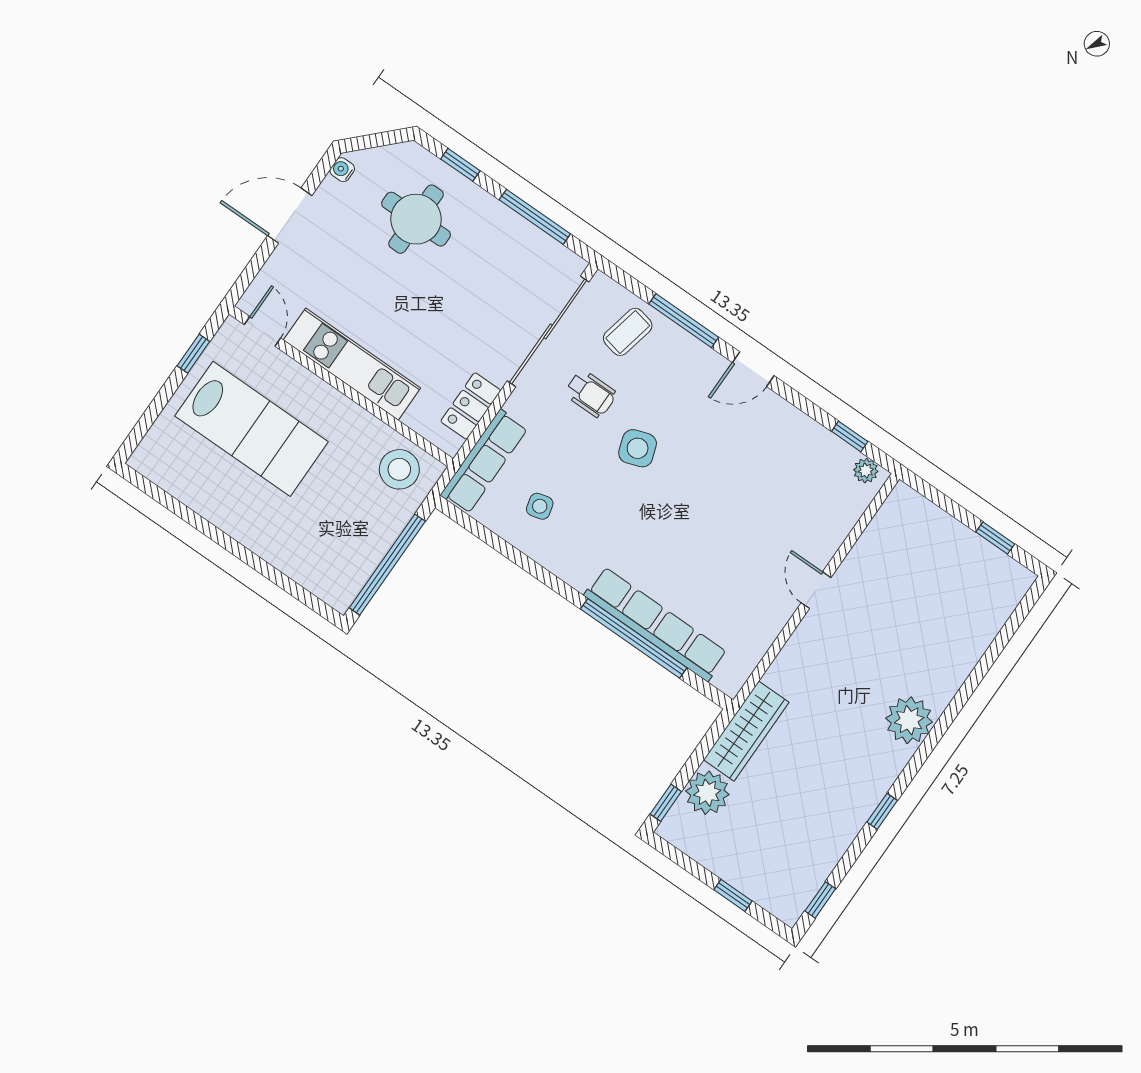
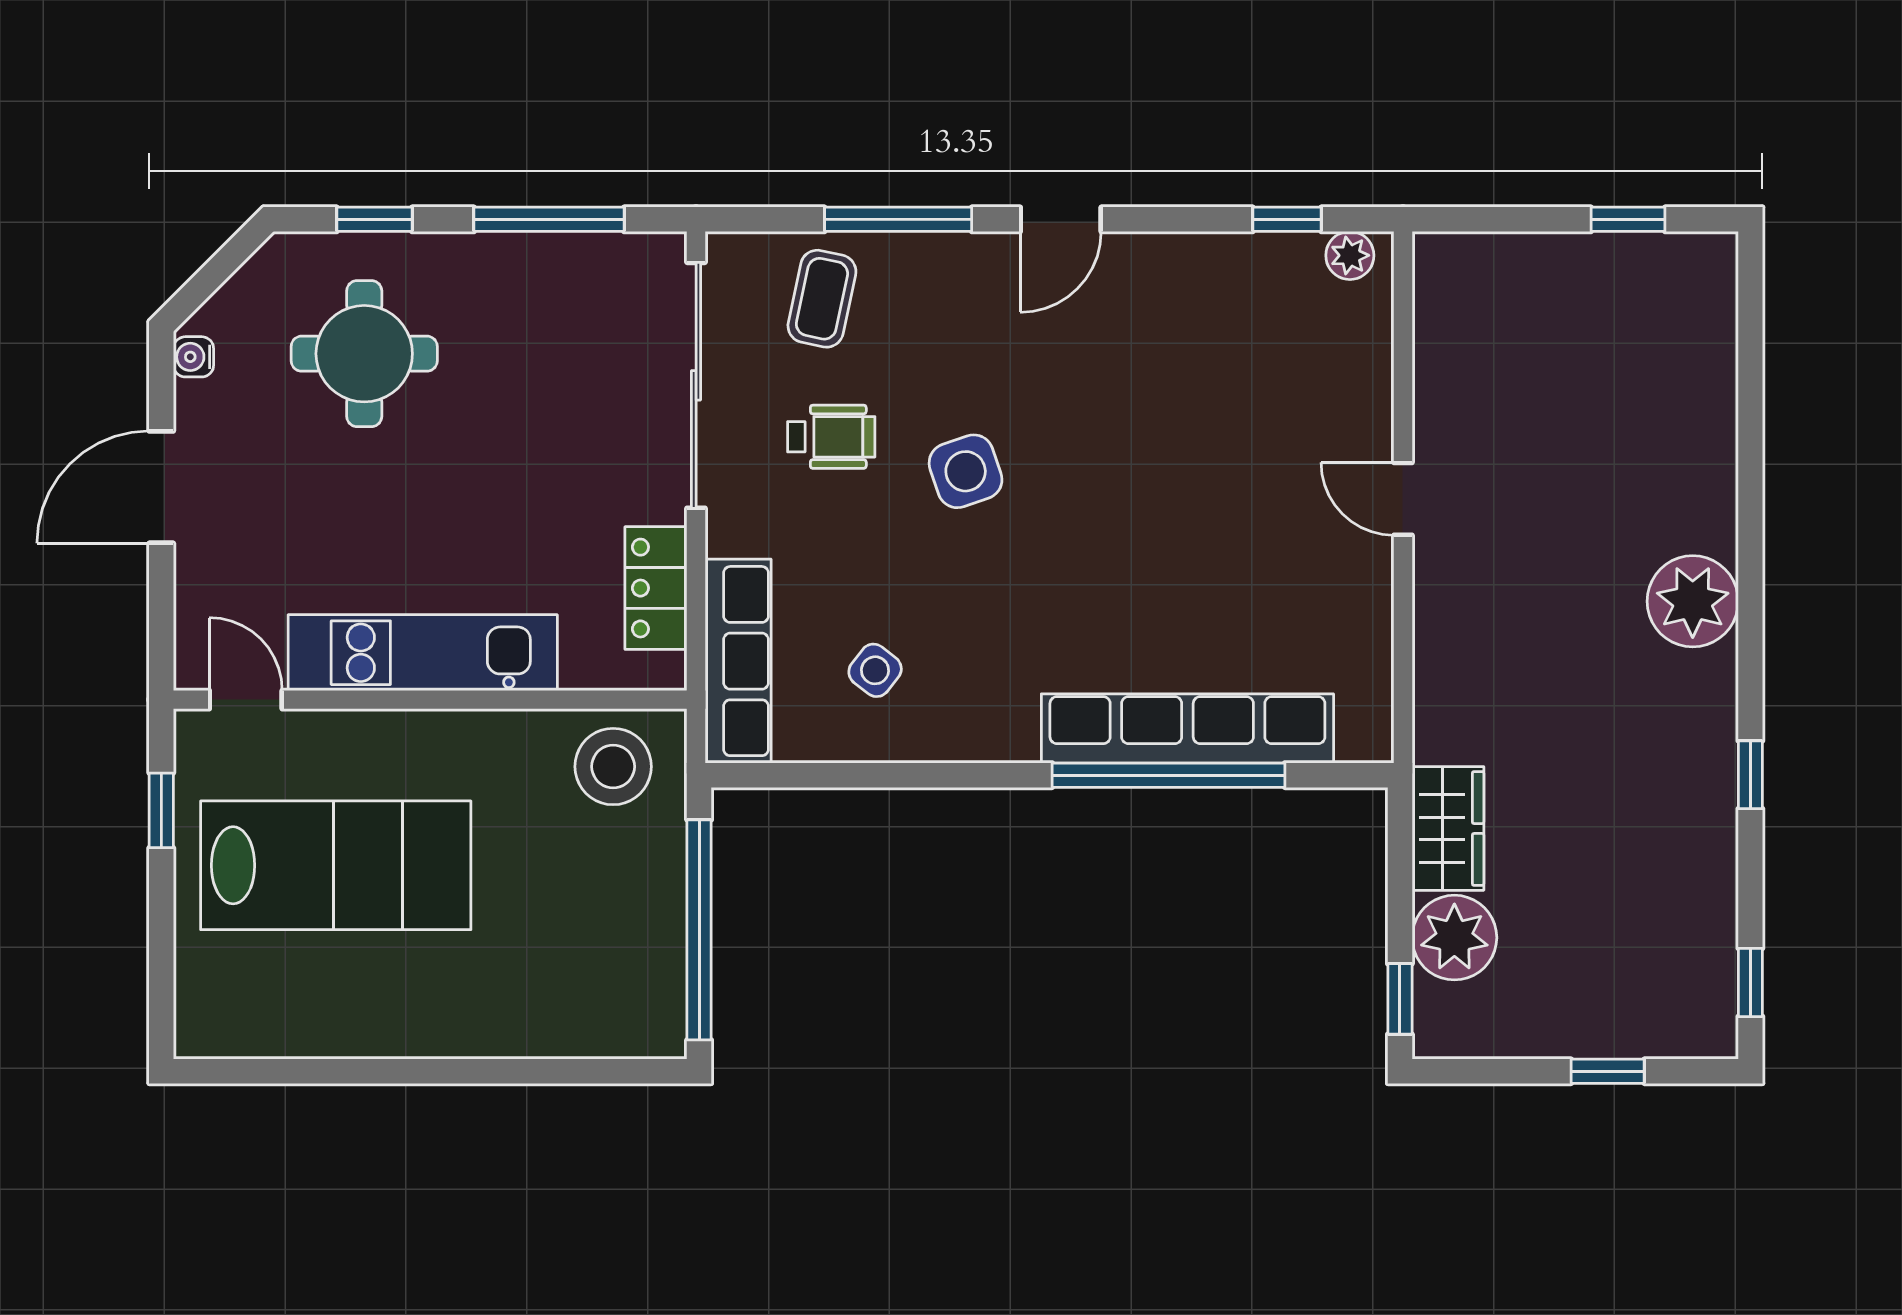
side table: (540, 506) -> (875, 670), turned -38
wardrobe: (746, 731) -> (1448, 828), width x0.67

